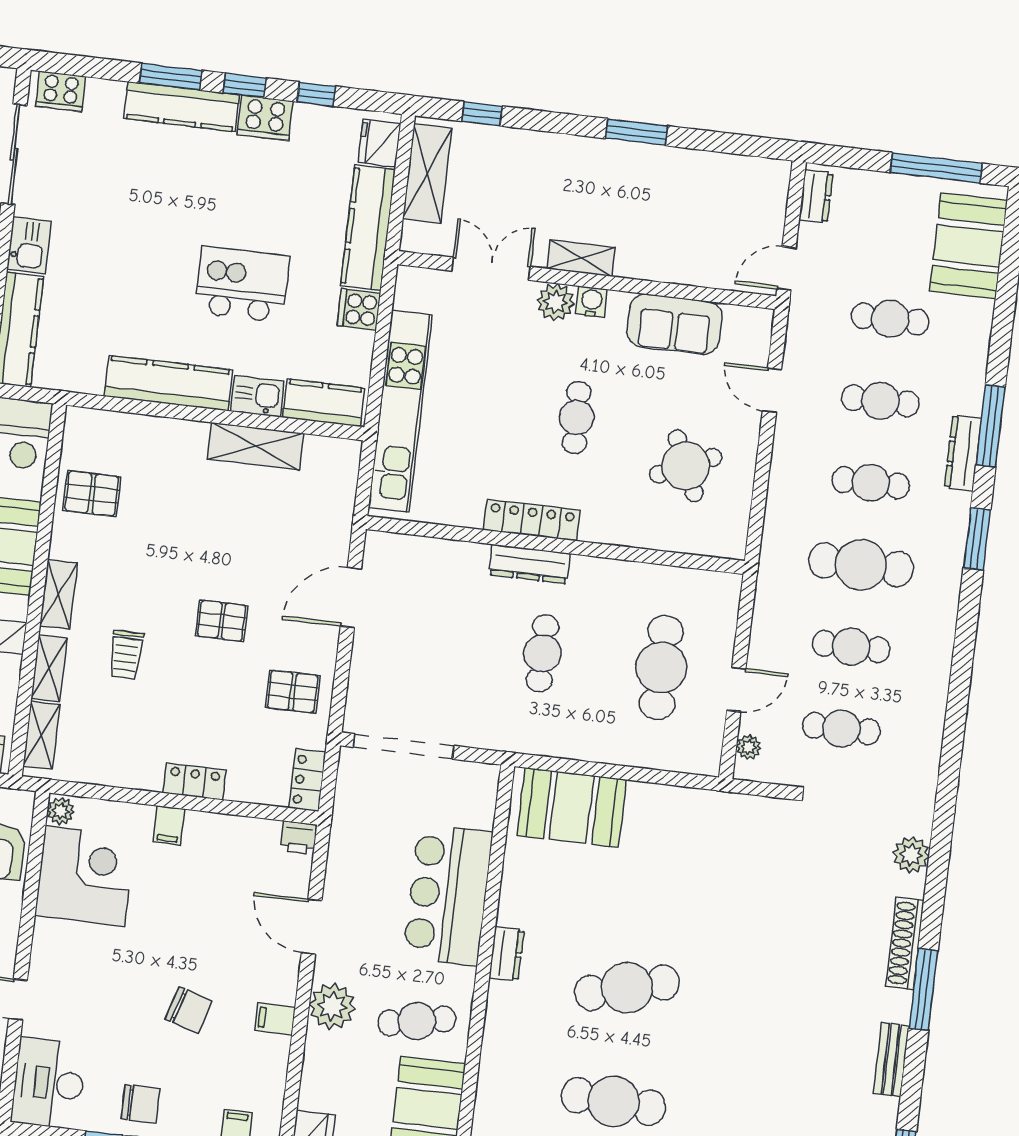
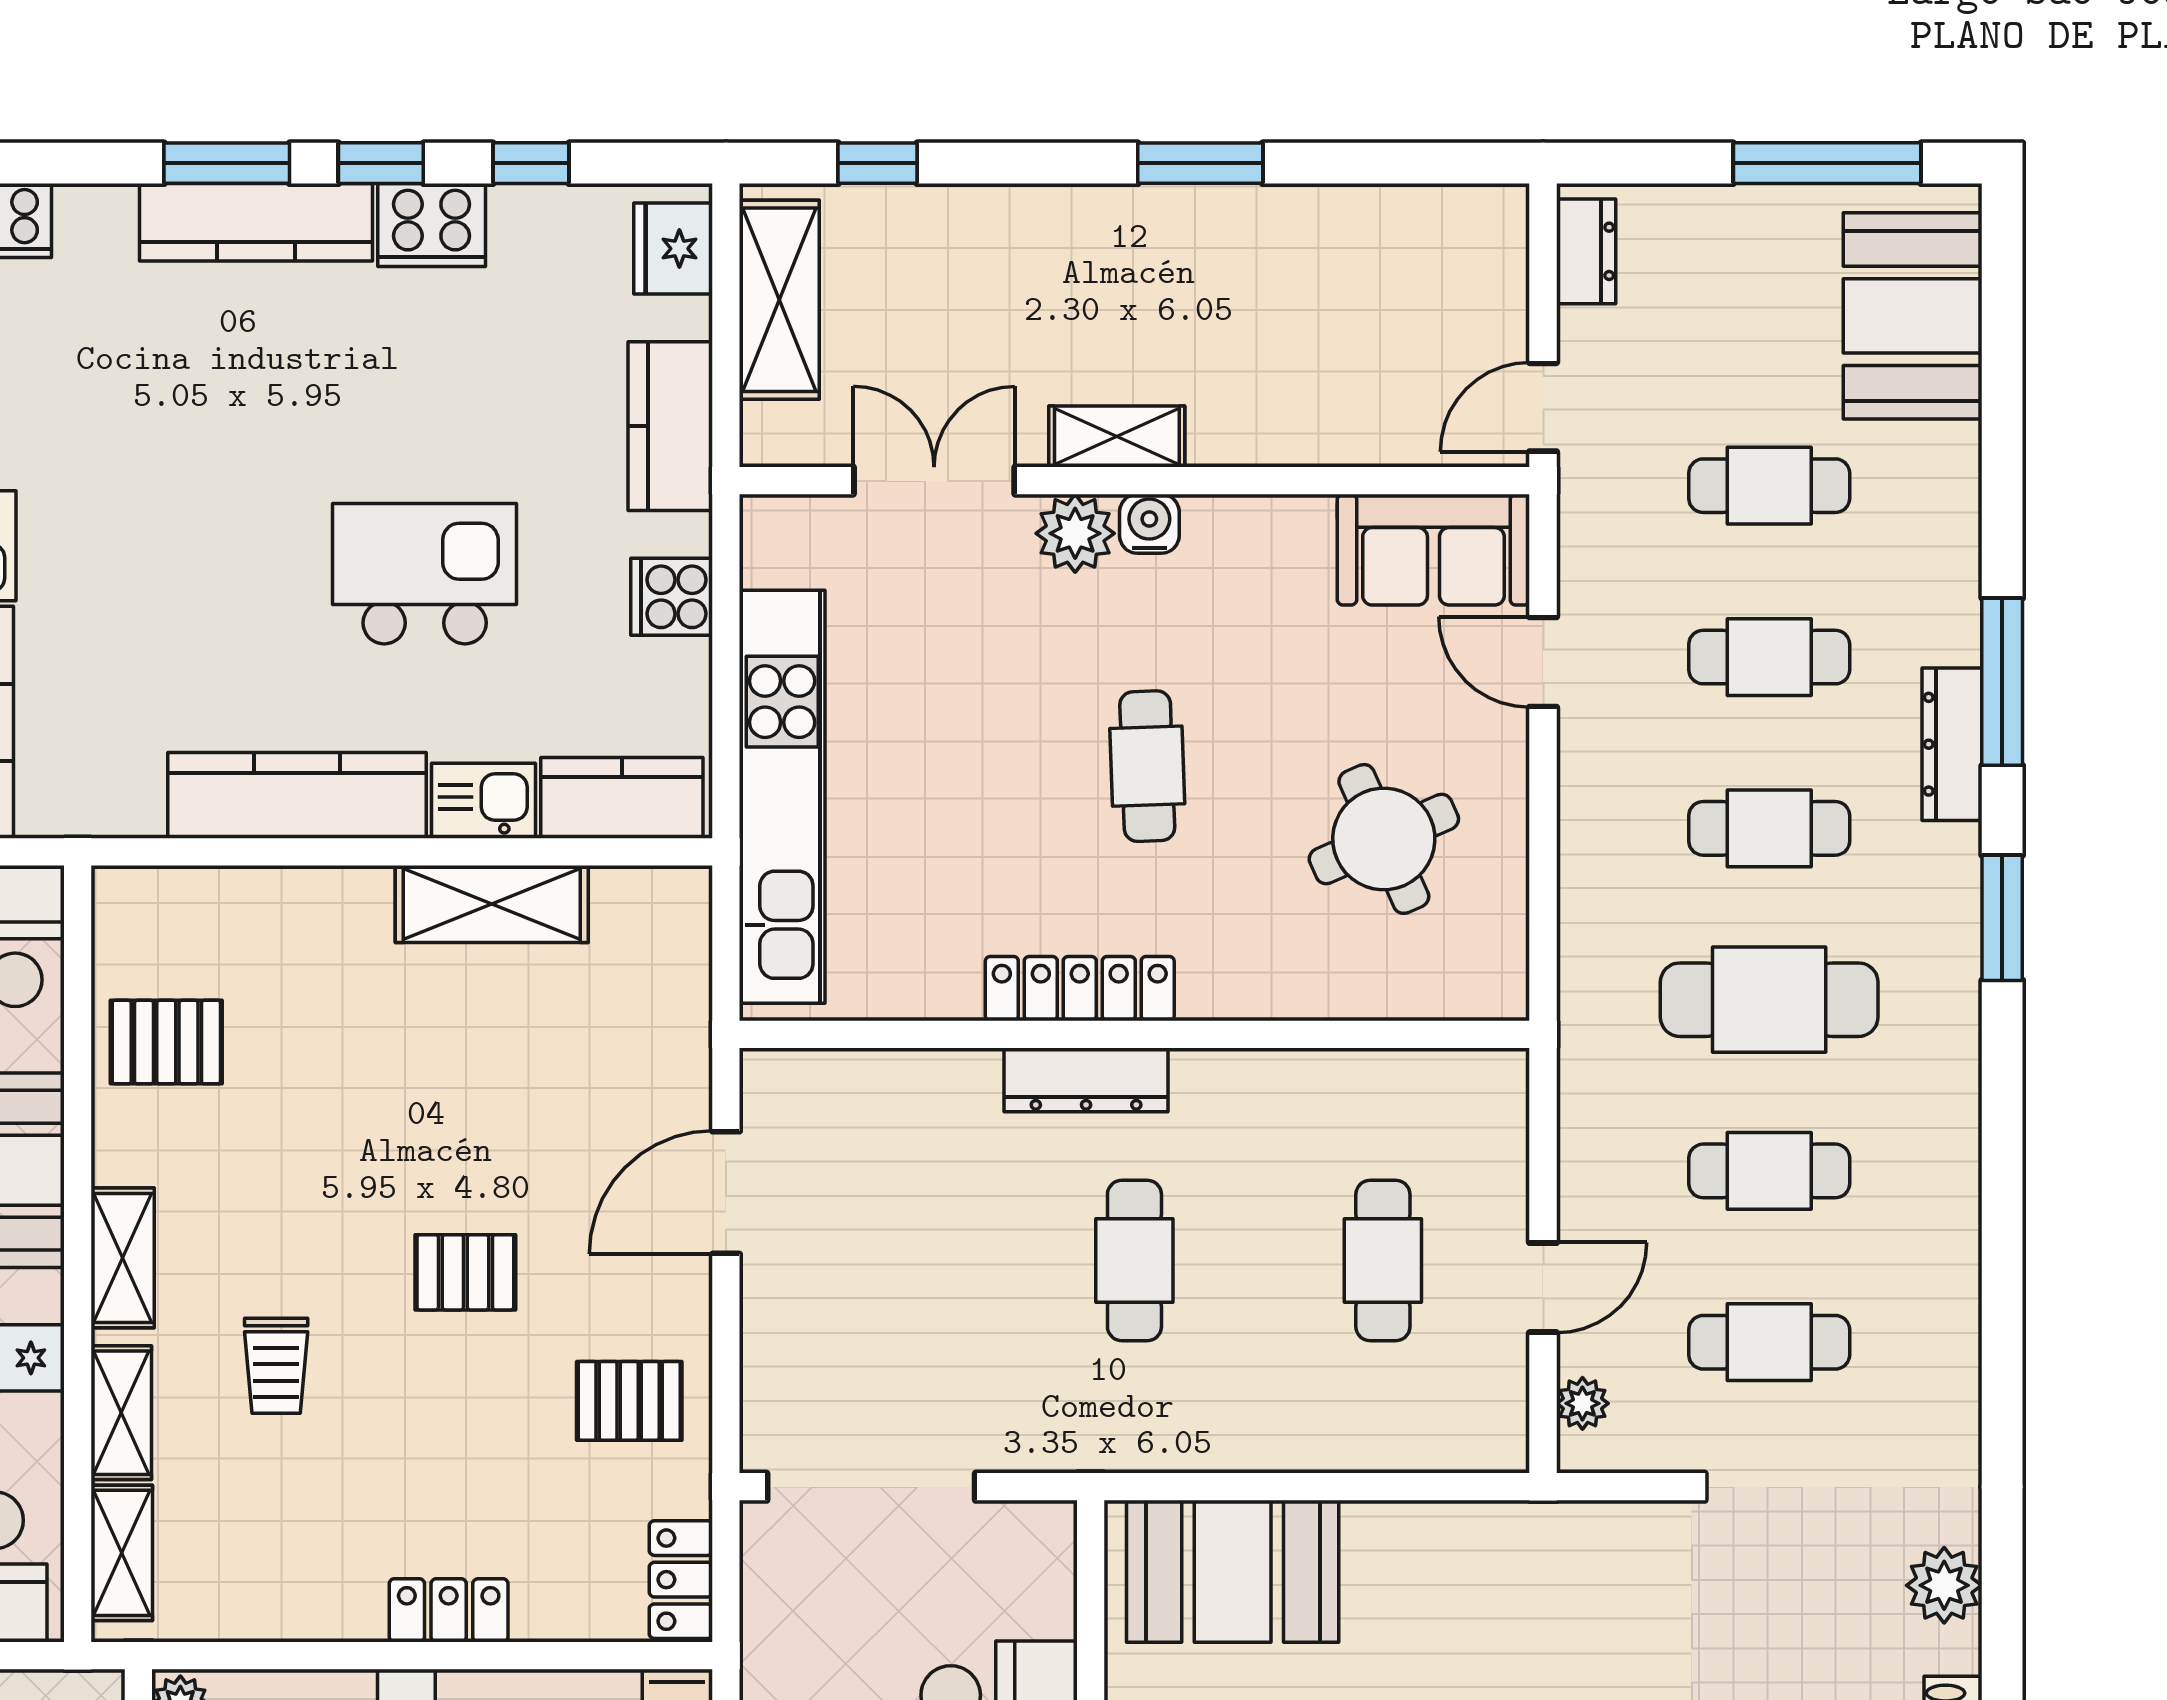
kitchen counter: (368, 228) -> (670, 426), width x0.67
sofa: (675, 324) -> (1433, 550), moved
cafe table: (661, 667) -> (1383, 1261), width x0.73, depth x0.74

